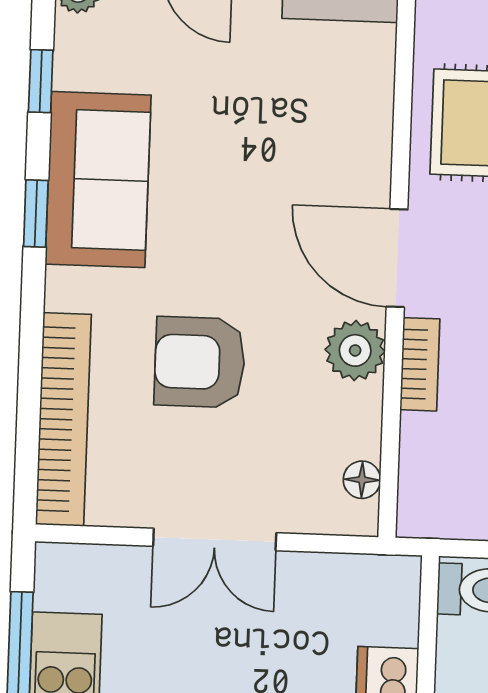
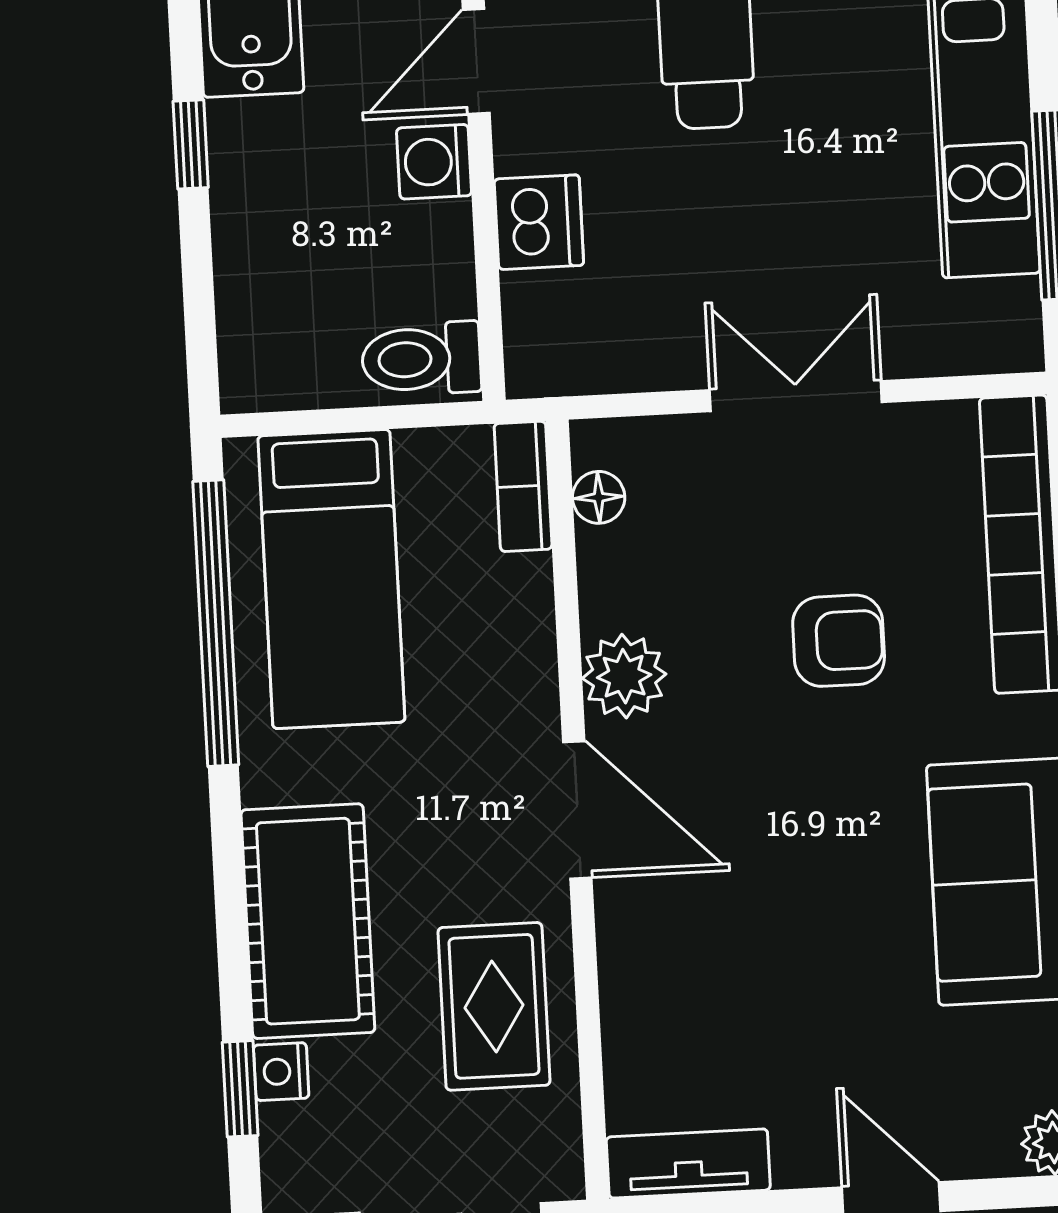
armchair: (200, 362) -> (839, 641), width x0.72, depth x0.72
bookcase: (420, 364) -> (523, 486), moved

